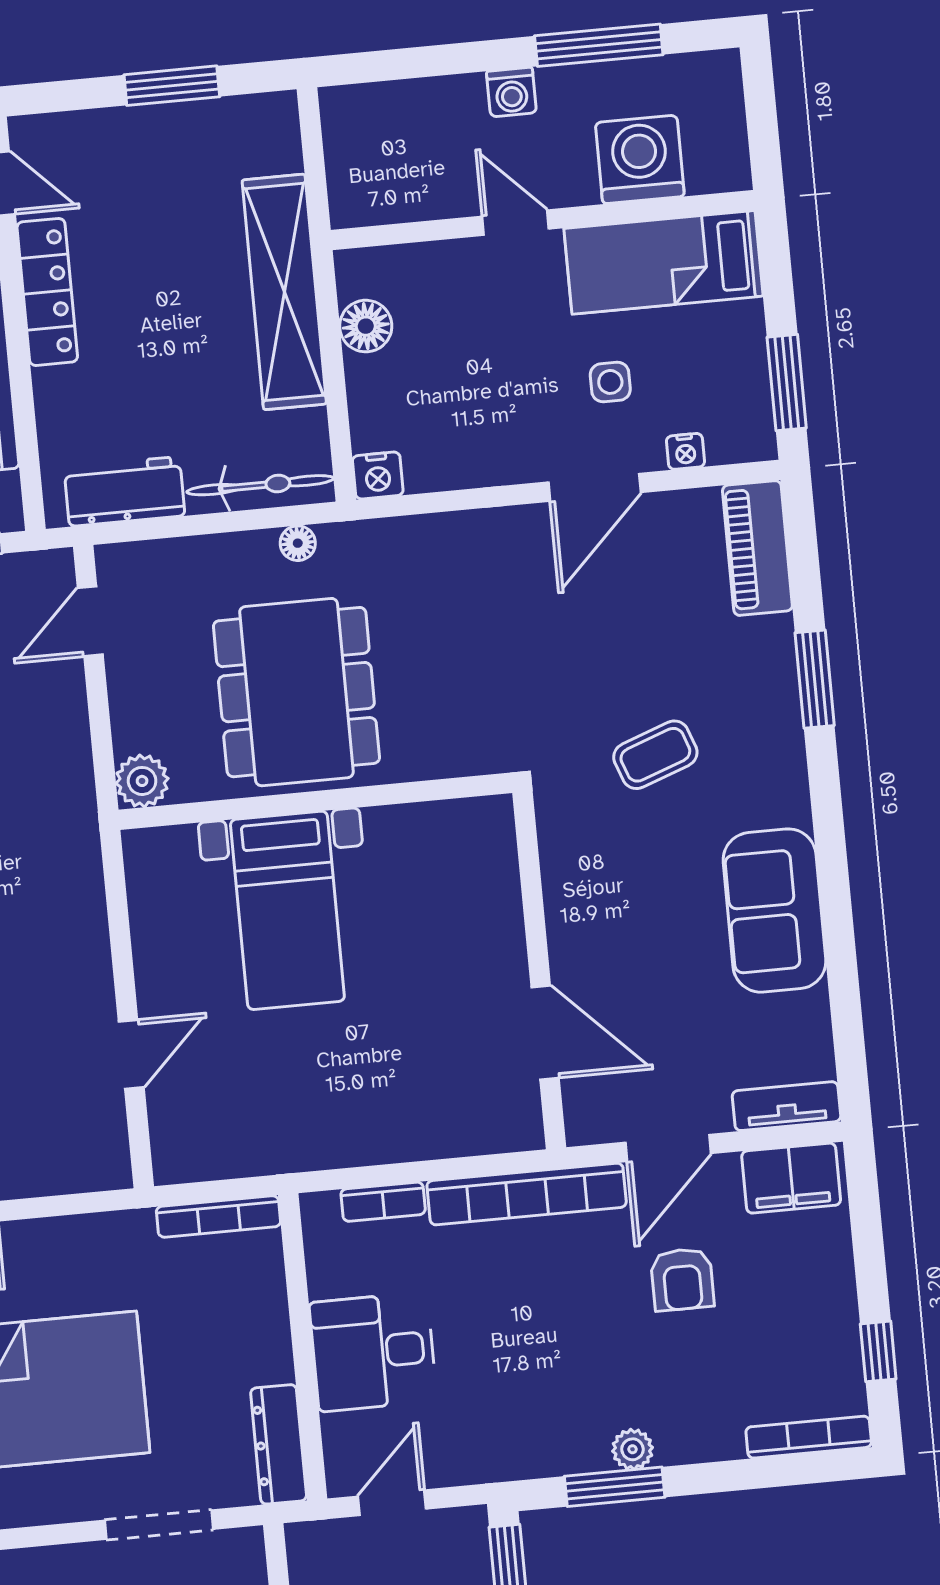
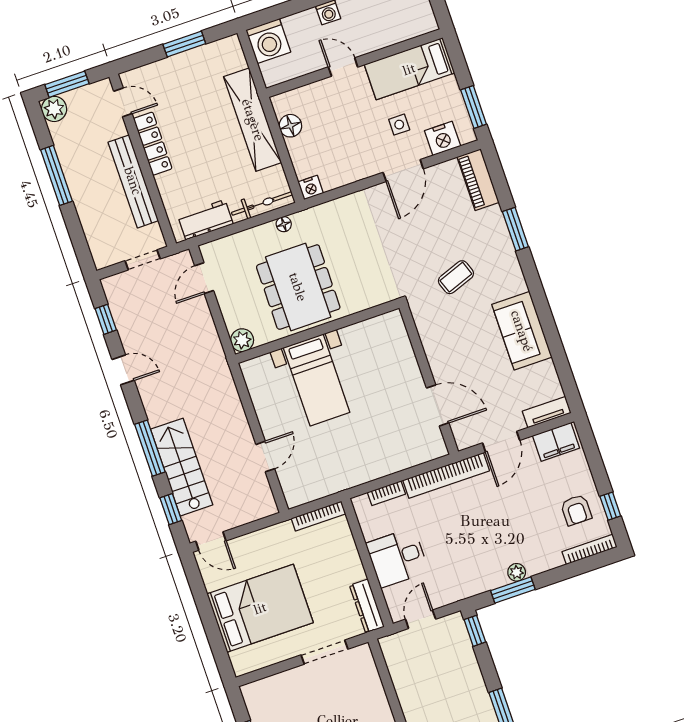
washing machine: (640, 159) -> (268, 41), moved, turned 180
nightstand: (685, 451) -> (443, 138), width x1.89, depth x1.79
armchair: (682, 1279) -> (576, 510), moved

